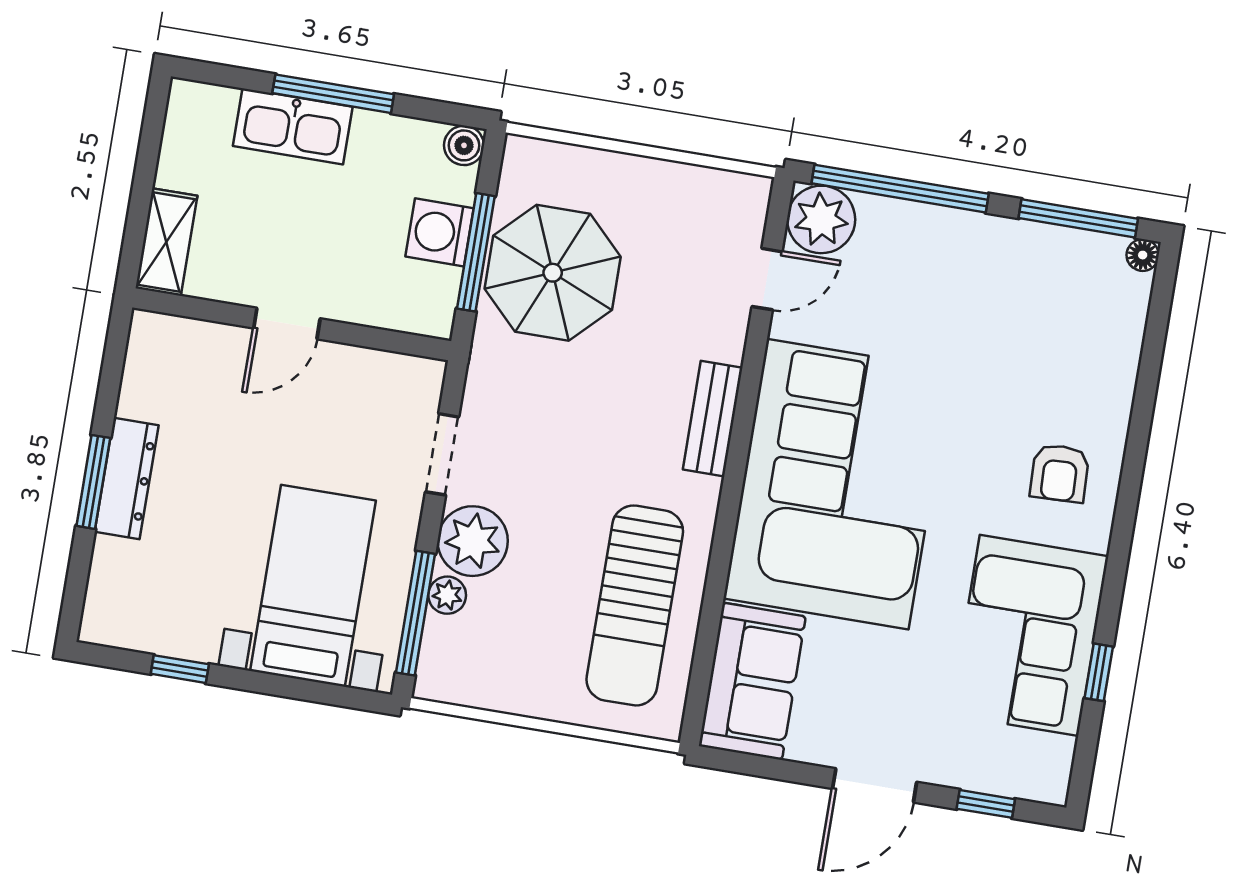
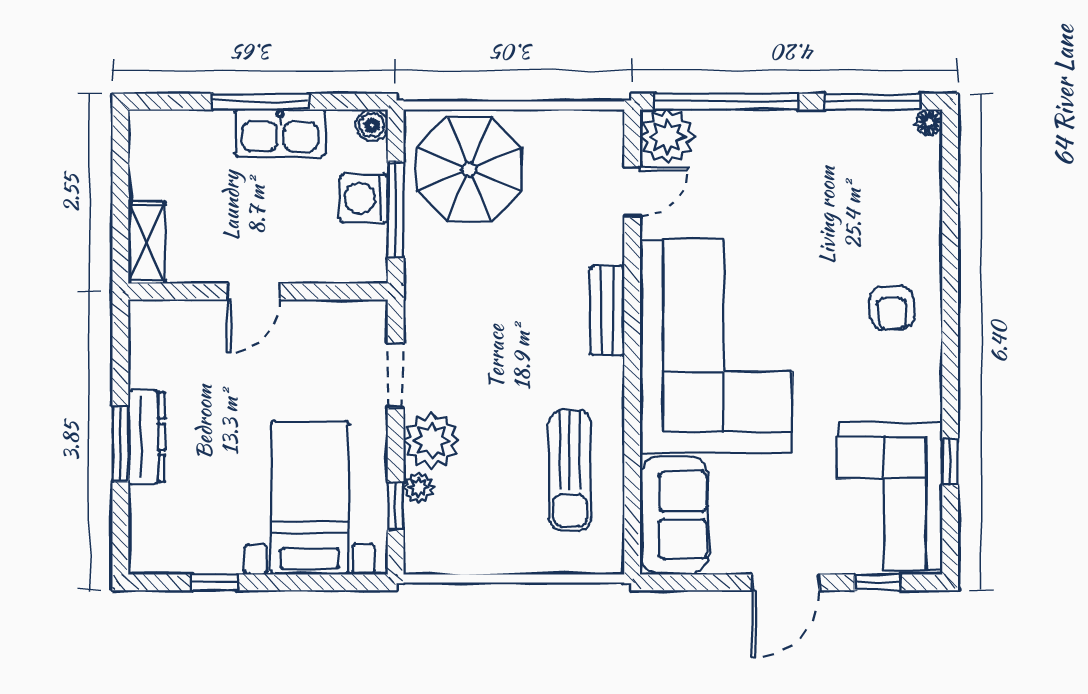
kitchen sink: (293, 126) -> (280, 133), moved
parasol: (553, 273) -> (469, 169), moved
sun lounger: (635, 605) -> (570, 471), width x0.73, depth x0.75
window: (416, 613) -> (396, 506), width x0.46
corner sofa: (1029, 635) -> (889, 496), moved

